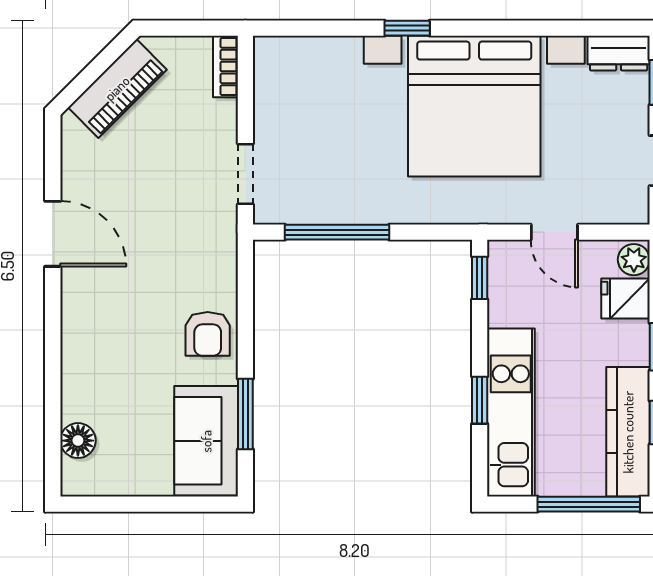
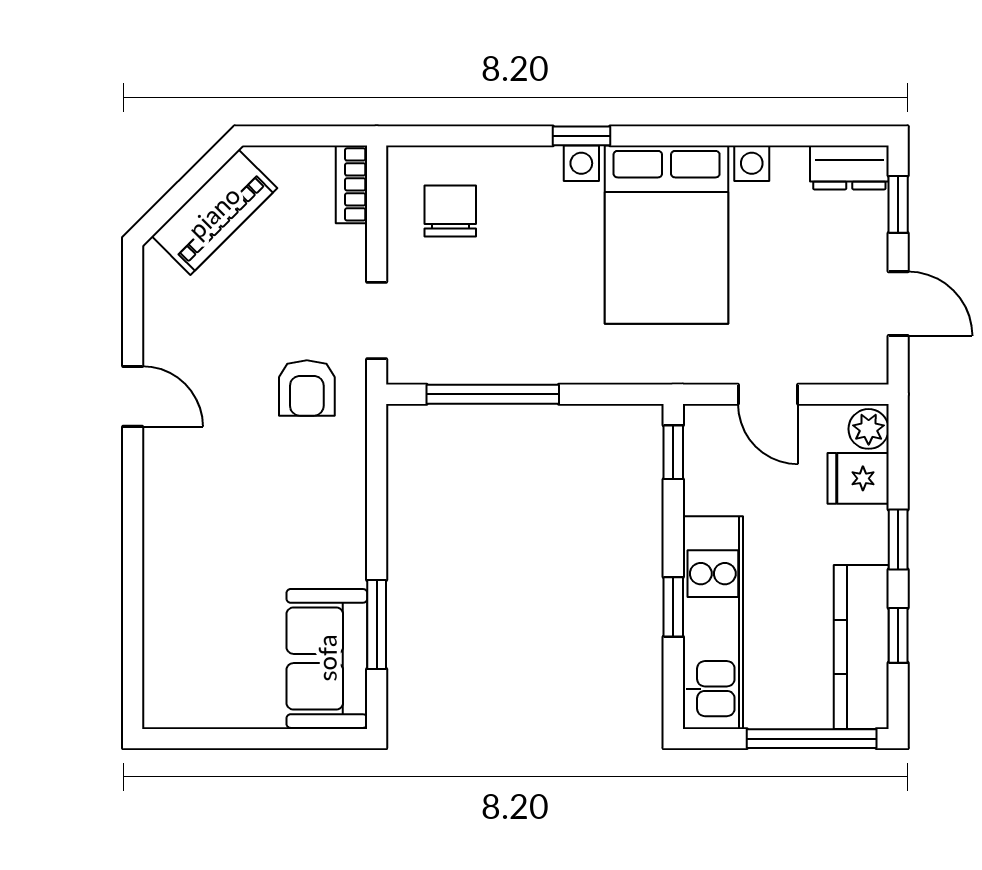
chair: (303, 87) -> (450, 211), added
bed with nightstands: (474, 106) -> (667, 235), width x0.73
door: (53, 234) -> (133, 396), width x0.73
armchair: (208, 334) -> (307, 388), moved
floor lamp: (78, 441) -> (164, 658), removed

